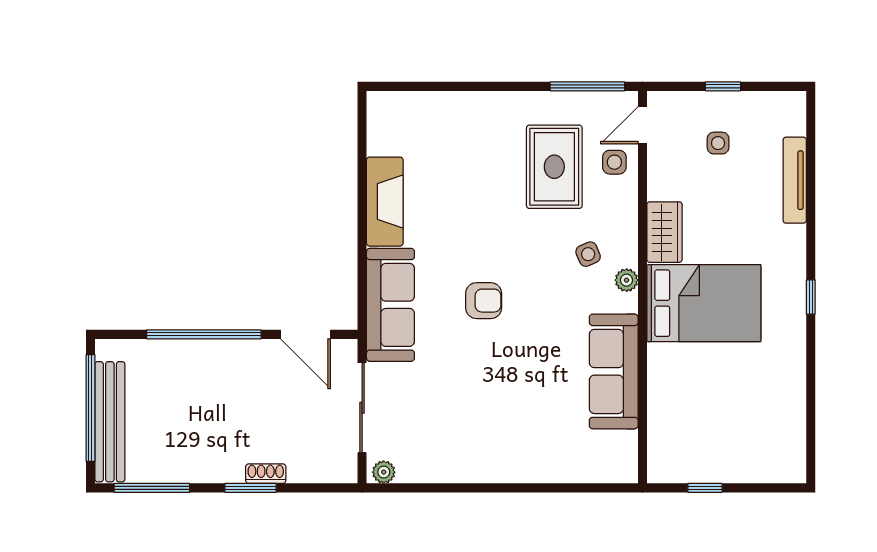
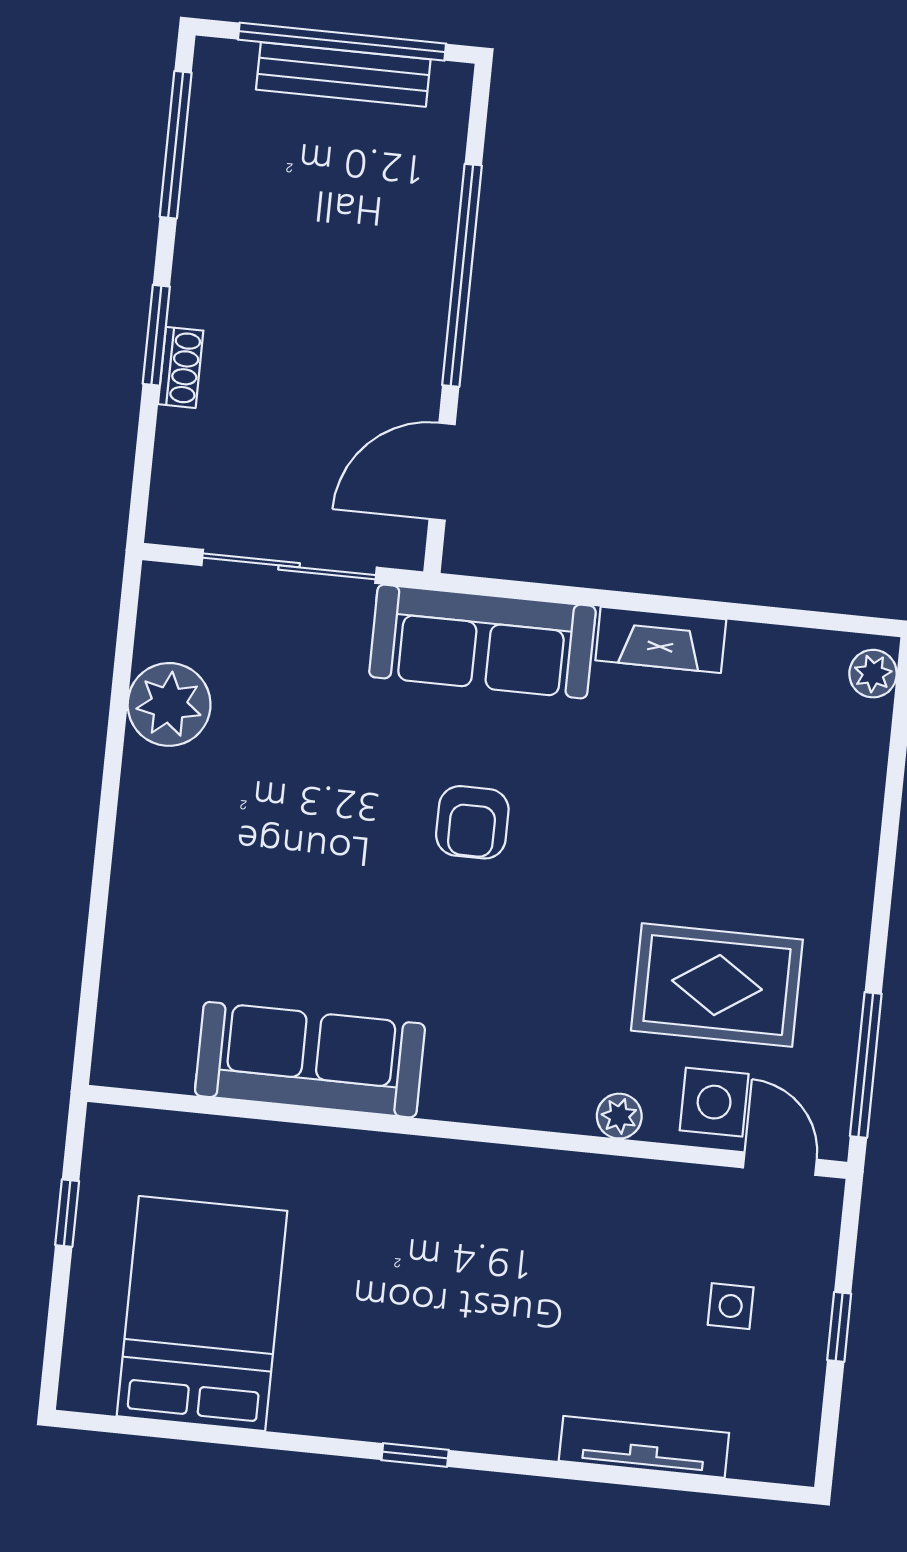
plant: (387, 103) -> (873, 674), added
side table: (614, 162) -> (714, 1102), width x1.37, depth x1.37
fireplace: (385, 202) -> (661, 640), width x0.73, depth x0.76
wardrobe: (664, 232) -> (569, 1185), removed
side table: (588, 254) -> (542, 1033), removed
plant: (627, 280) -> (619, 1116), moved
bed: (704, 303) -> (202, 1314), moved, turned 180
bench: (110, 422) -> (343, 74), width x0.73, depth x0.82
plant: (384, 472) -> (169, 704), moved, width x1.88, depth x1.88

